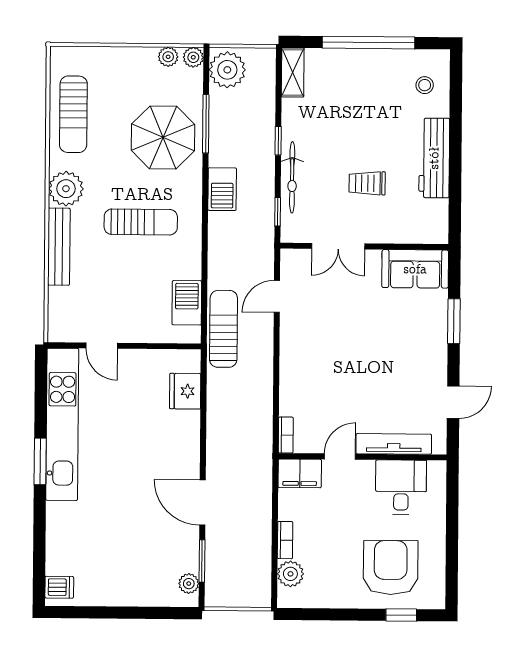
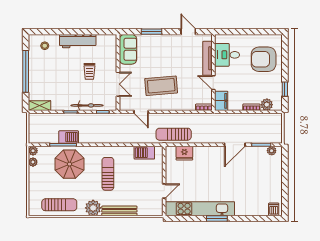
plant: (227, 70) -> (39, 135), removed
barbecue: (222, 189) -> (69, 137), moved
sun lounger: (223, 329) -> (174, 134), moved
coffee table: (334, 341) -> (161, 86), added
window: (401, 615) -> (285, 89), moved

